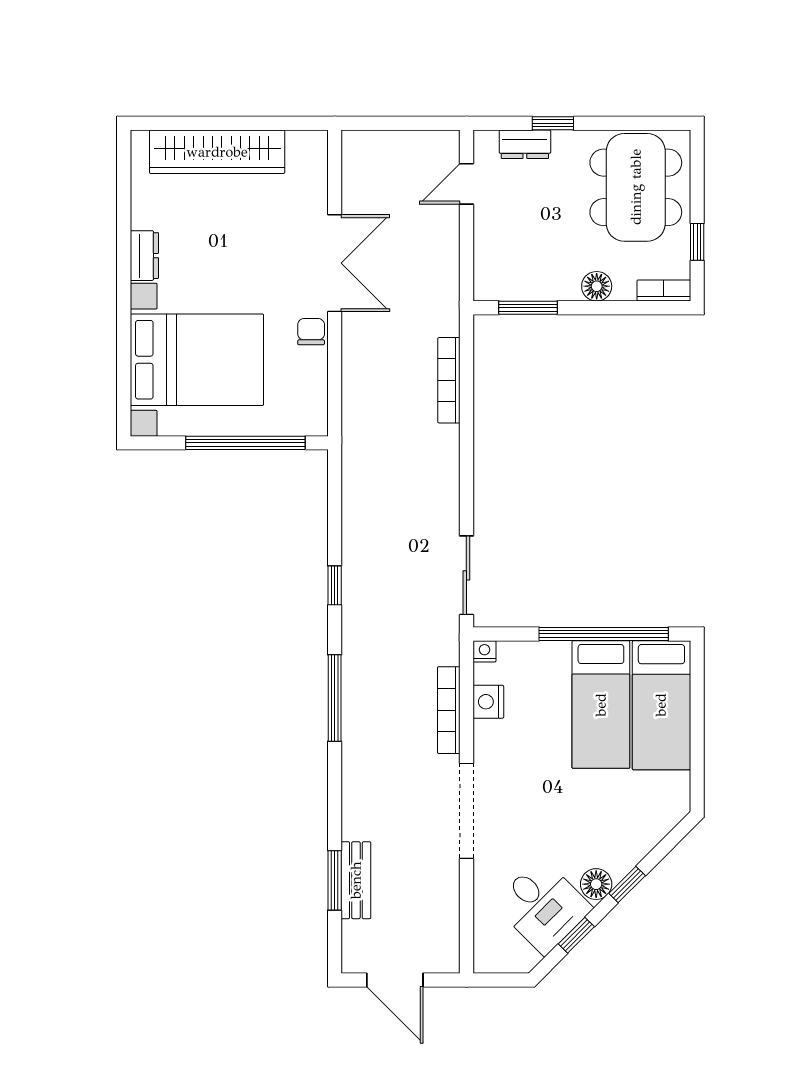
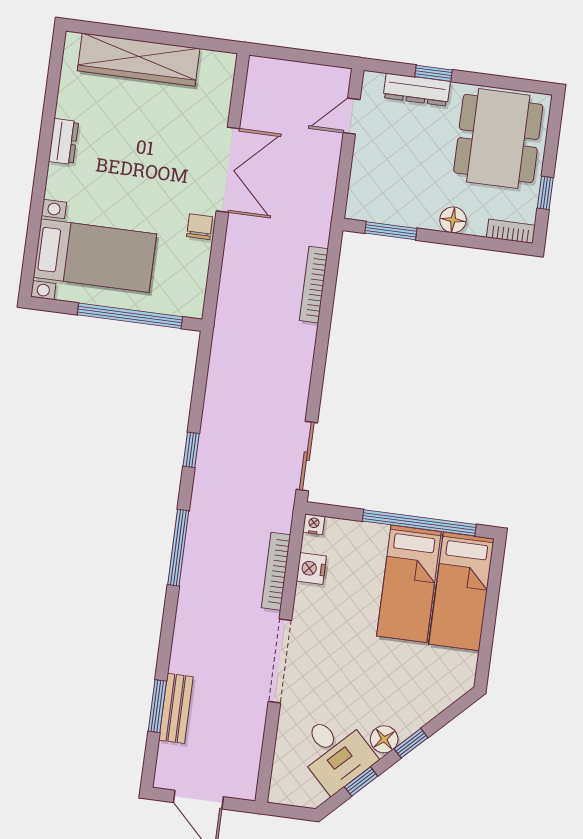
dresser: (525, 144) -> (417, 90), width x1.44
bed with nightstands: (197, 360) -> (95, 256), width x0.73

